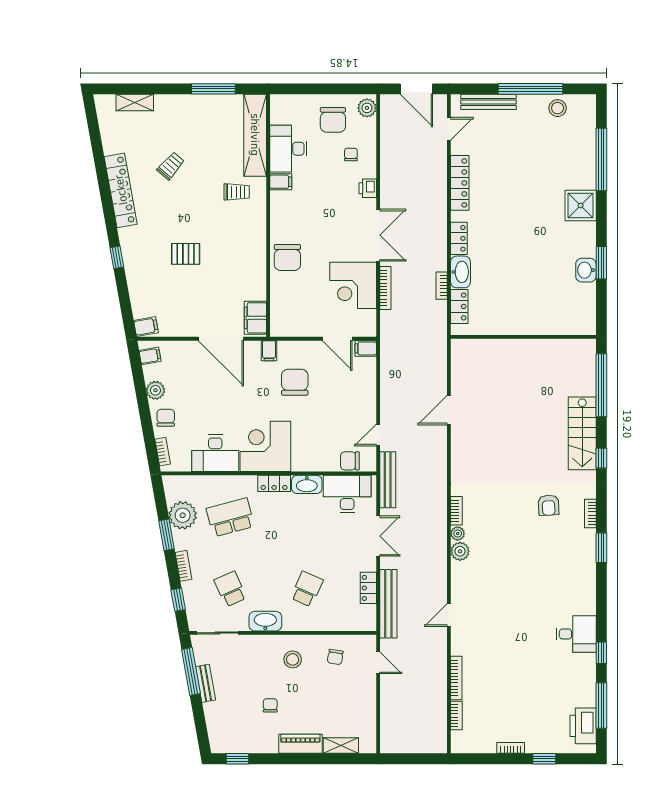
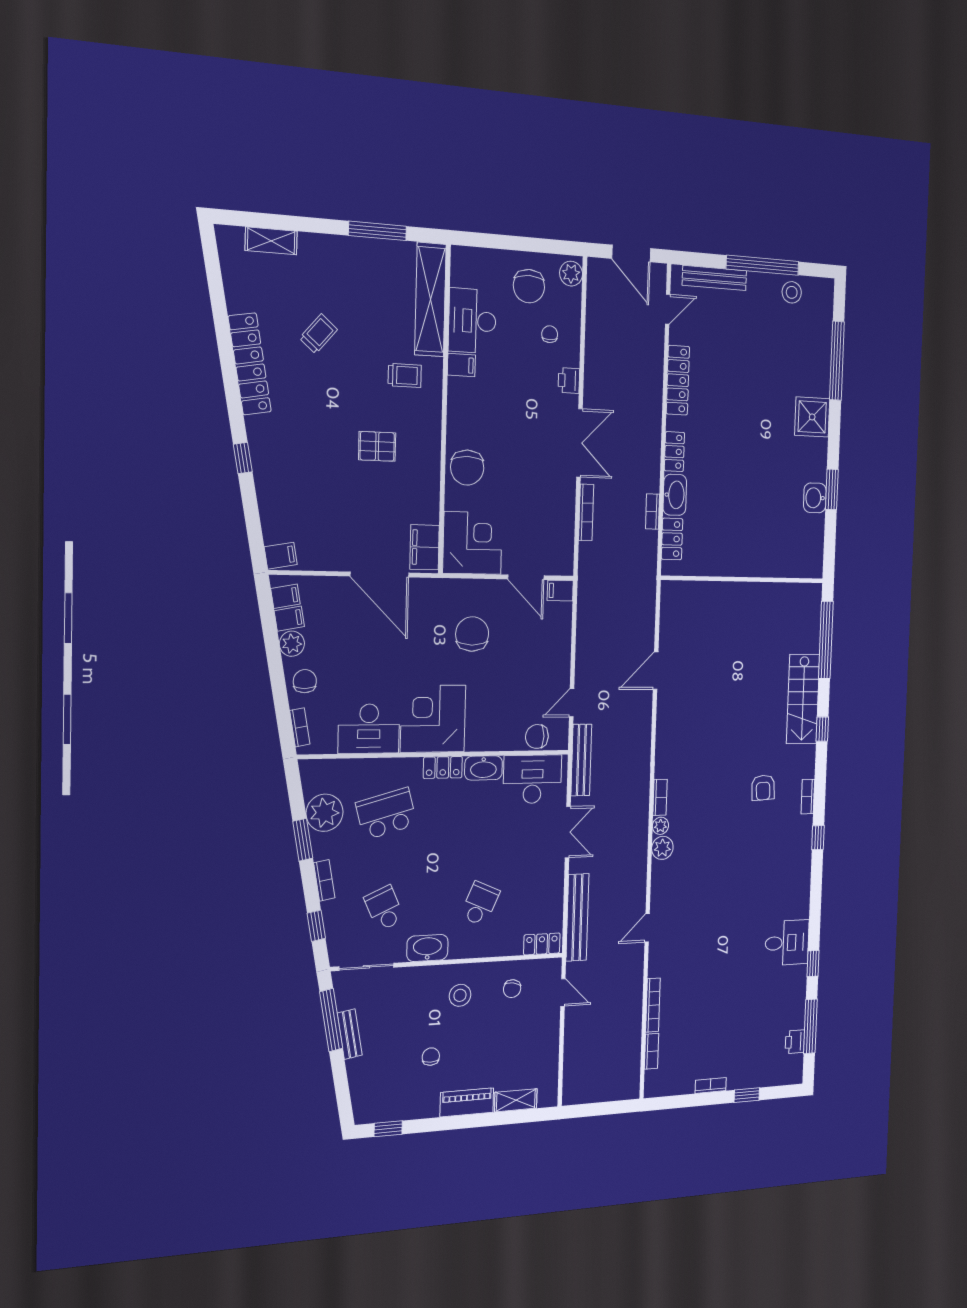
pallet: (186, 254) -> (377, 446), moved
corner desk: (353, 285) -> (473, 543), moved, turned 180
filing cabinet: (269, 351) -> (289, 619), moved, turned -100
window: (601, 548) -> (818, 838), width x0.67
locker: (368, 588) -> (542, 944), moved, turned 90
printer: (583, 726) -> (795, 1042), width x0.53, depth x0.68

